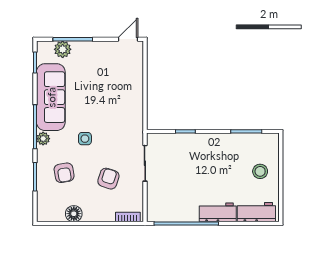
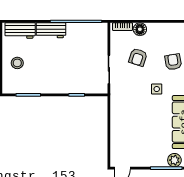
floor lamp: (74, 214) -> (140, 29), moved

